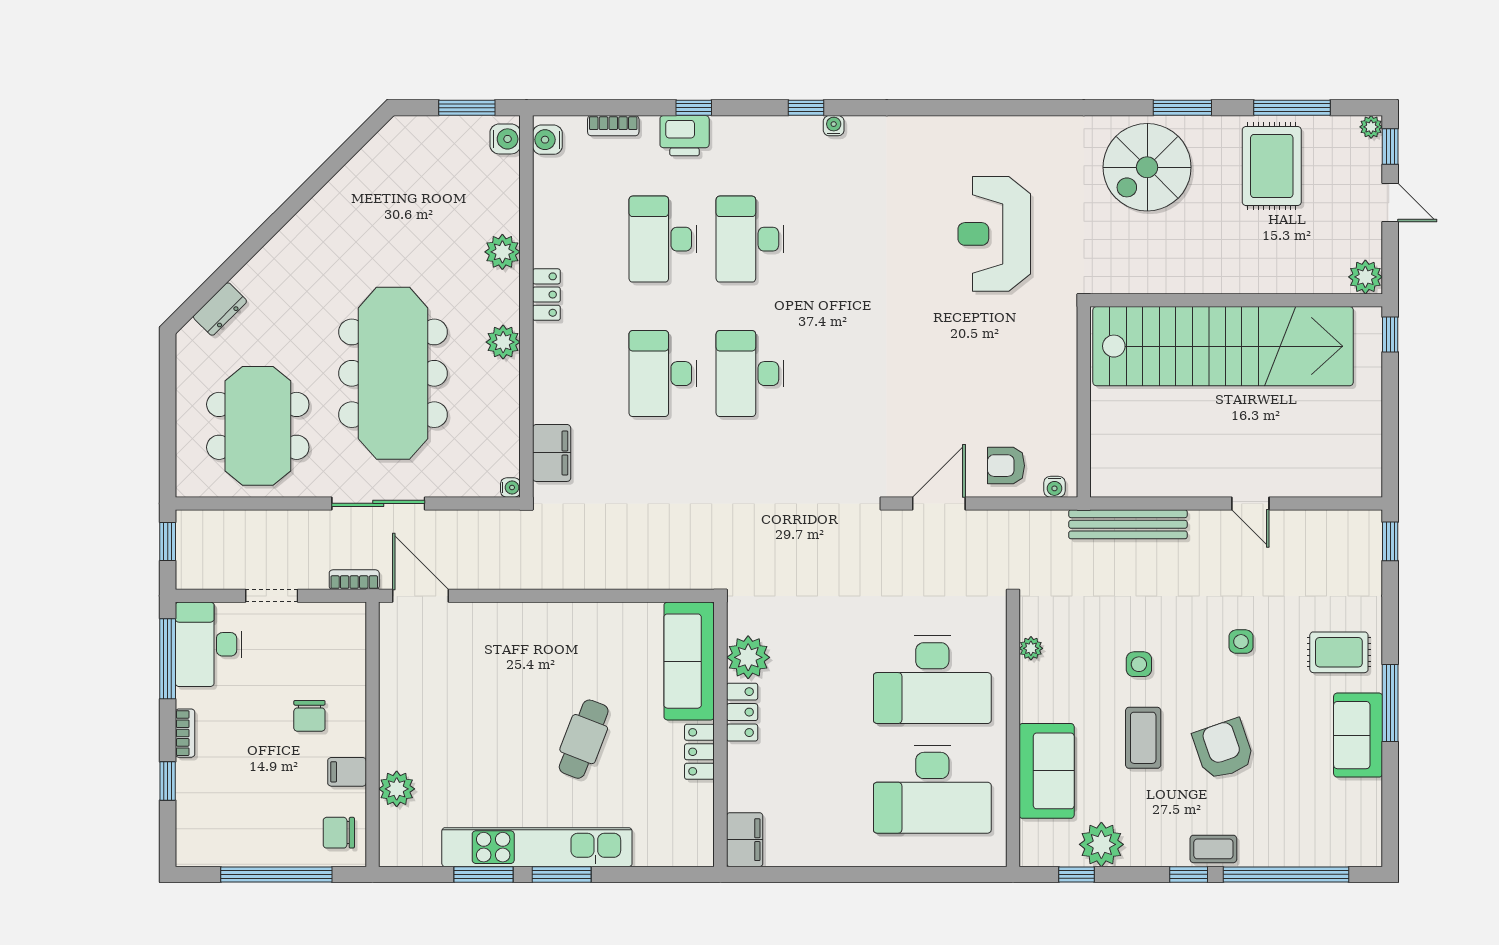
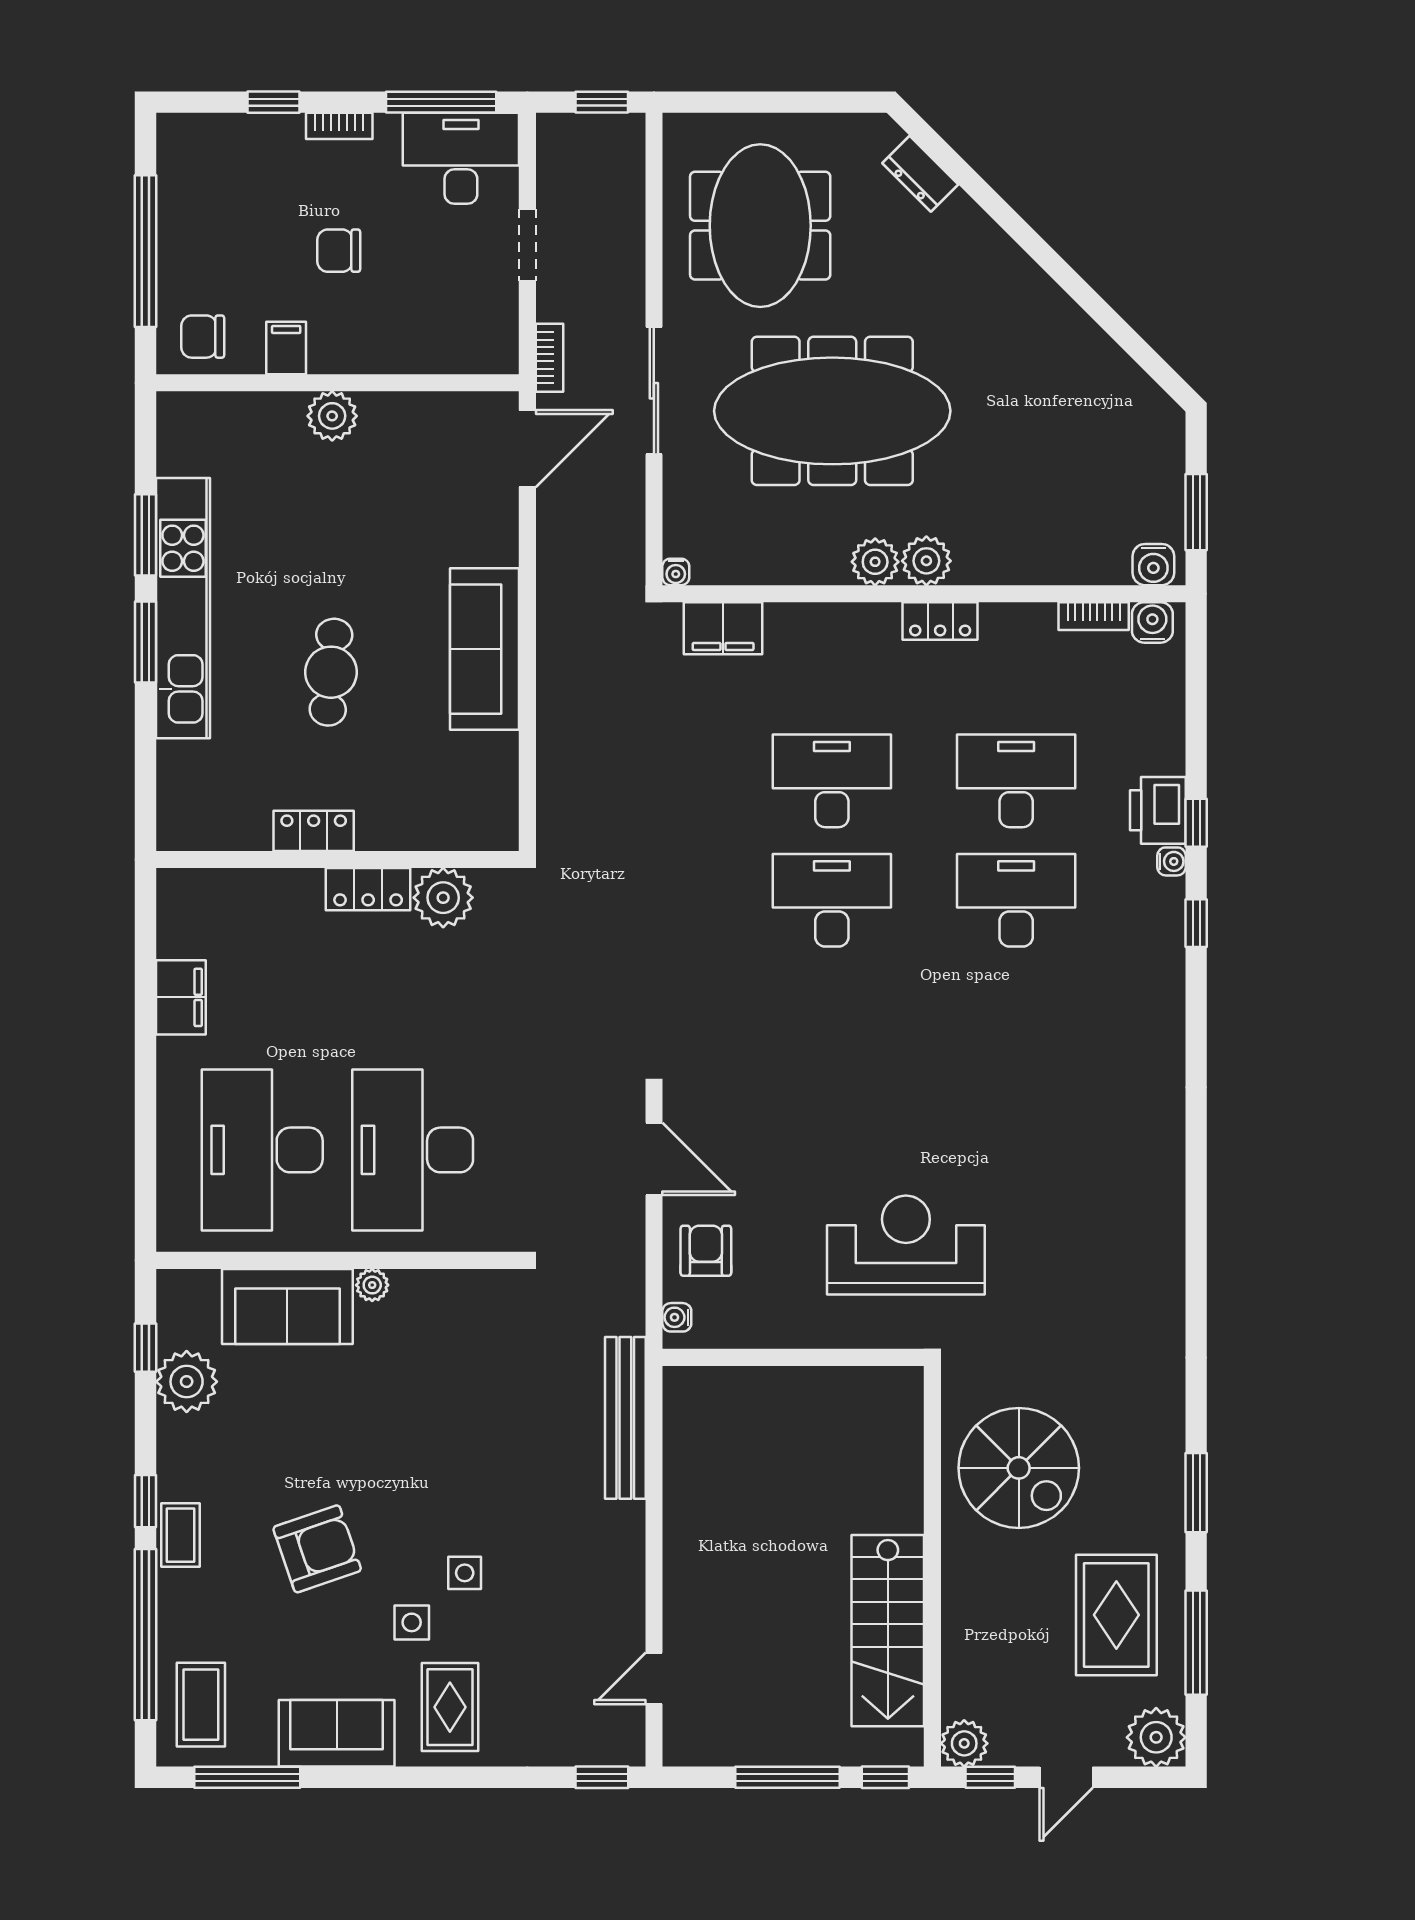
window: (806, 108) -> (1196, 923), moved
bookcase: (613, 126) -> (1094, 616), moved, turned -90
water cooler: (834, 126) -> (1172, 861), moved
plant: (1371, 127) -> (1156, 1737), width x1.87, depth x1.87
window: (1390, 147) -> (990, 1777), moved
rug: (1272, 166) -> (1116, 1615), turned 90
spiral stairs: (1147, 167) -> (1019, 1468), moved, turned 180
reception desk: (994, 234) -> (906, 1245), moved
plant: (502, 252) -> (926, 561), moved
stairs: (1223, 346) -> (888, 1631), width x0.54, depth x0.66
window: (1390, 406) -> (788, 1777), added
meeting table: (258, 426) -> (760, 226), turned 90
door: (1250, 503) -> (654, 1678), moved
plant: (1031, 648) -> (372, 1285), moved
sofa: (689, 661) -> (485, 649), moved, turned -90
side table: (1139, 664) -> (412, 1622), moved
window: (1390, 703) -> (247, 1777), moved
chair: (309, 716) -> (339, 251), moved
coffee table: (1143, 738) -> (201, 1705), moved, turned 90
cafe table: (584, 739) -> (331, 672), turned 74
plant: (397, 789) -> (332, 416), moved
chair: (339, 833) -> (203, 337), turned -90
filing cabinet: (745, 840) -> (181, 997), moved, turned -90

